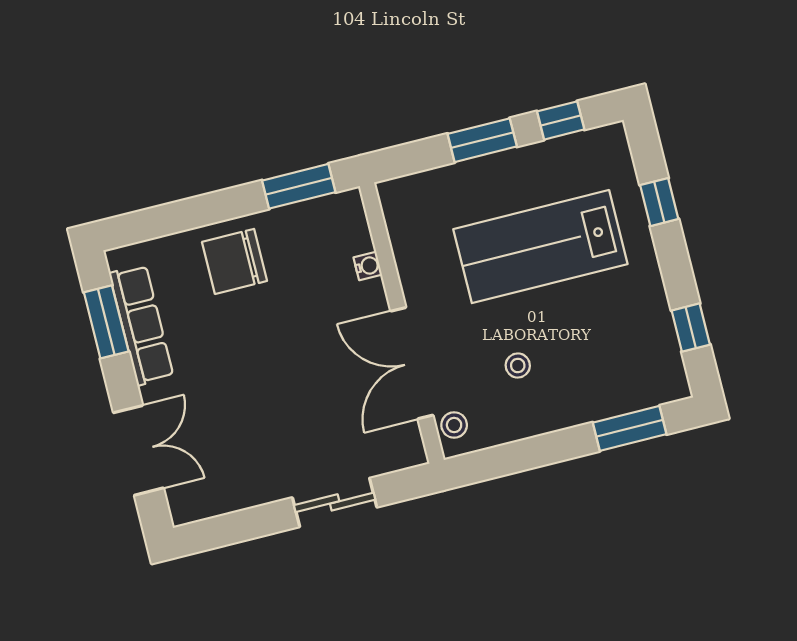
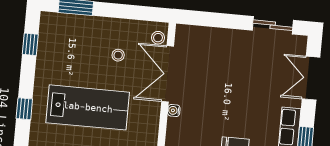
water cooler: (368, 266) -> (174, 110), moved
double door: (412, 363) -> (168, 74), swing flipped
sliding door: (335, 502) -> (273, 25), moved

